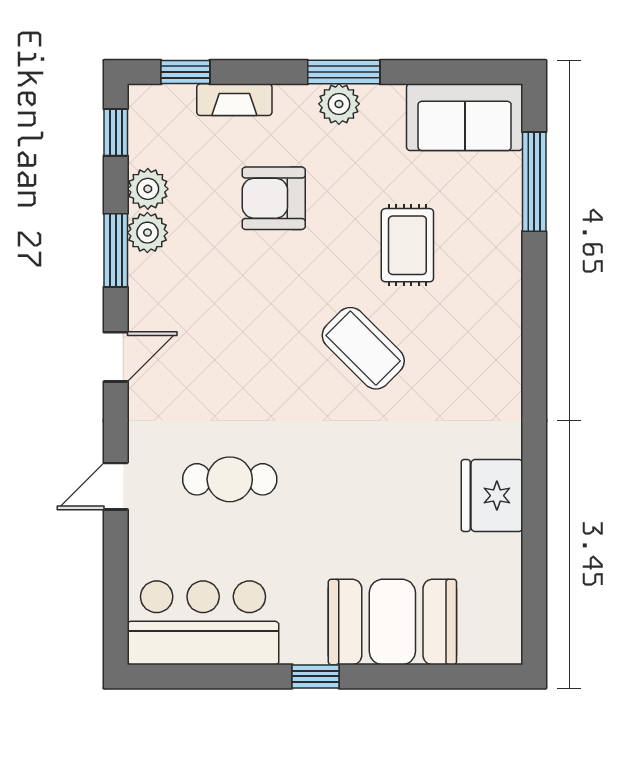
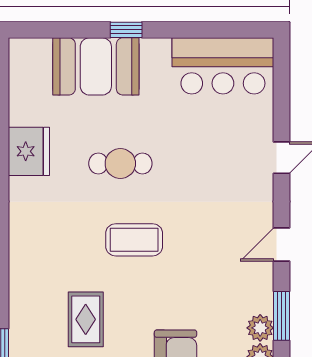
coffee table: (363, 348) -> (134, 240), moved, turned -45
cafe table: (230, 479) -> (120, 164), moved
window: (315, 676) -> (126, 30), moved

